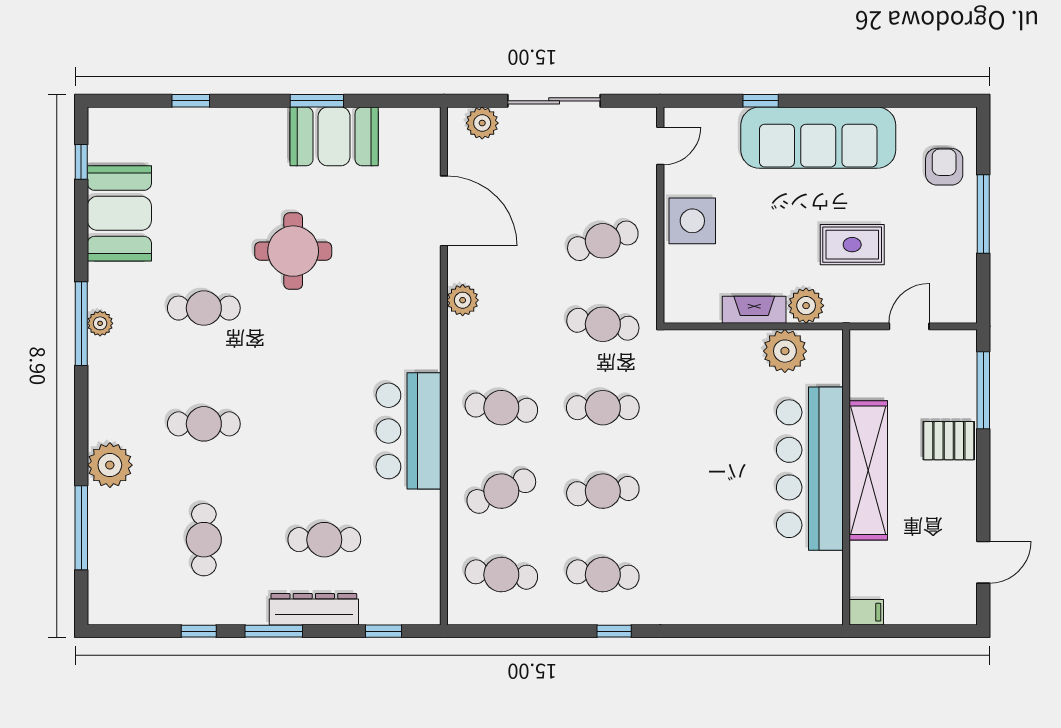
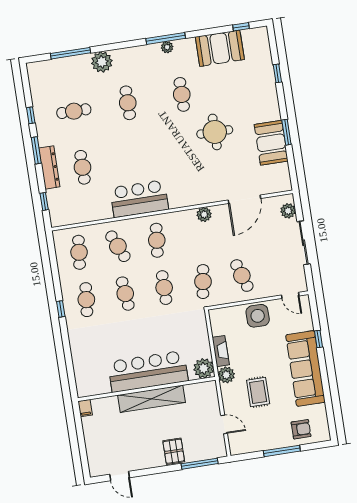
bar counter: (810, 469) -> (148, 371), moved
shelving: (868, 470) -> (151, 399), moved
wall: (846, 477) -> (147, 389), moved
filing cabinet: (866, 612) -> (85, 408), moved

